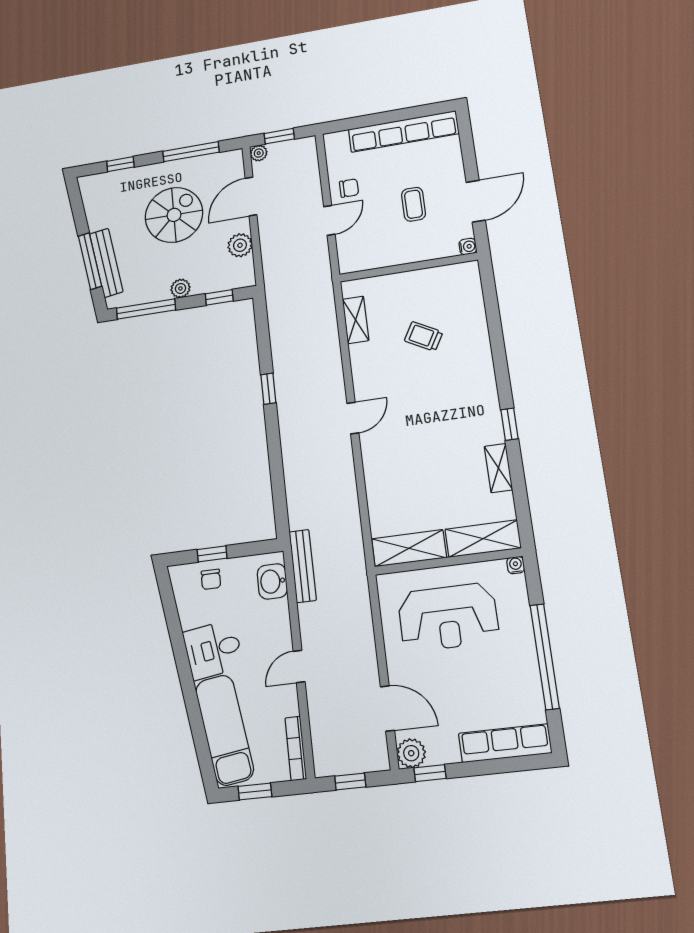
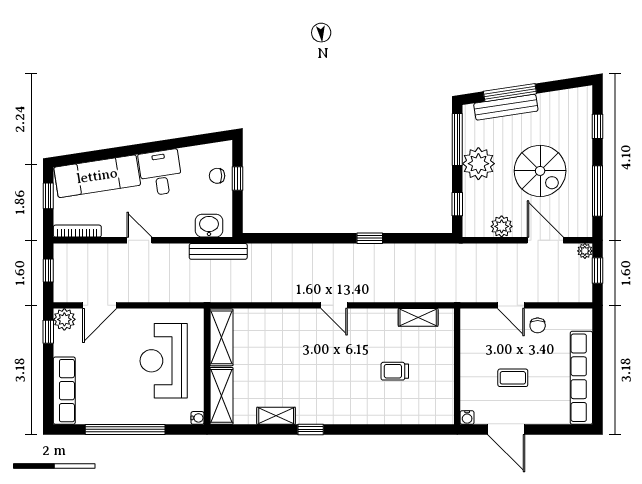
plant: (180, 288) -> (478, 164), width x1.87, depth x1.87
trolley: (424, 336) -> (395, 371), turned -119

